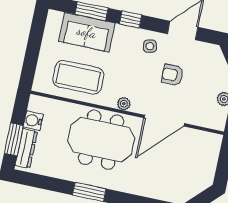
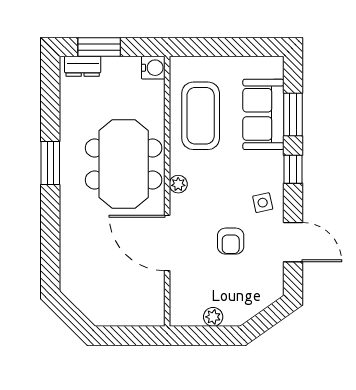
armchair: (172, 75) -> (231, 241), turned 180
water cooler: (33, 121) -> (153, 68), moved, turned 90
dresser: (26, 148) -> (83, 66), width x0.70

